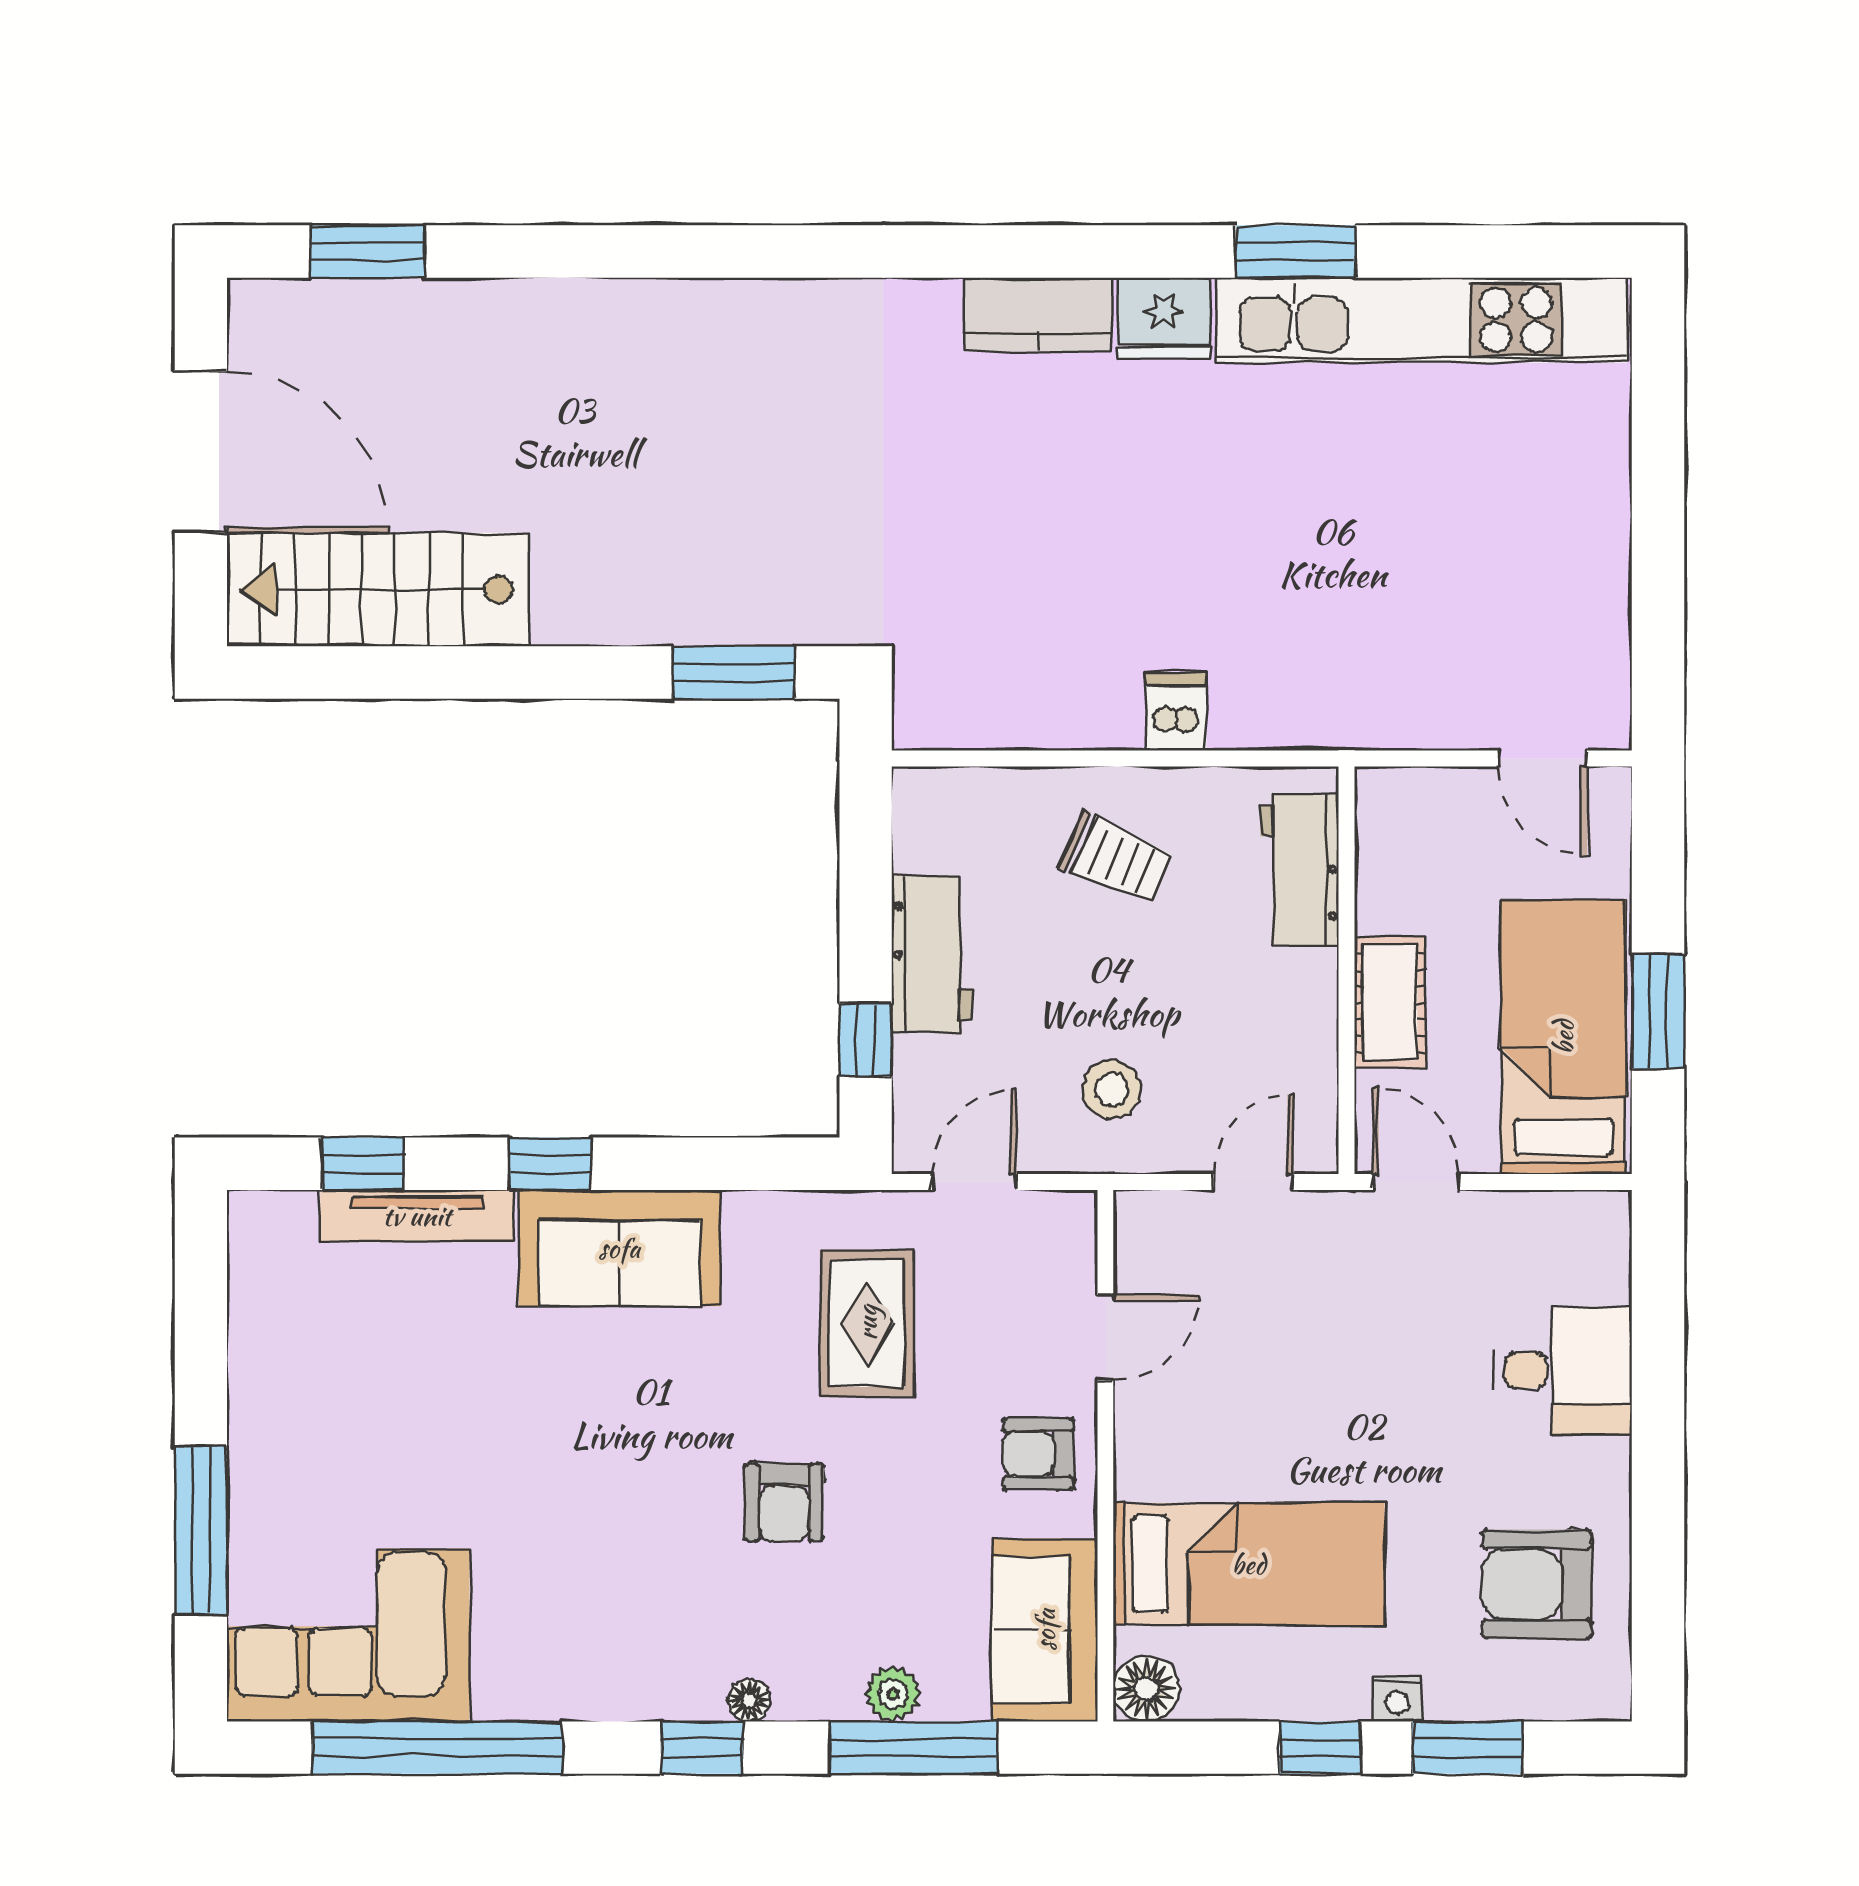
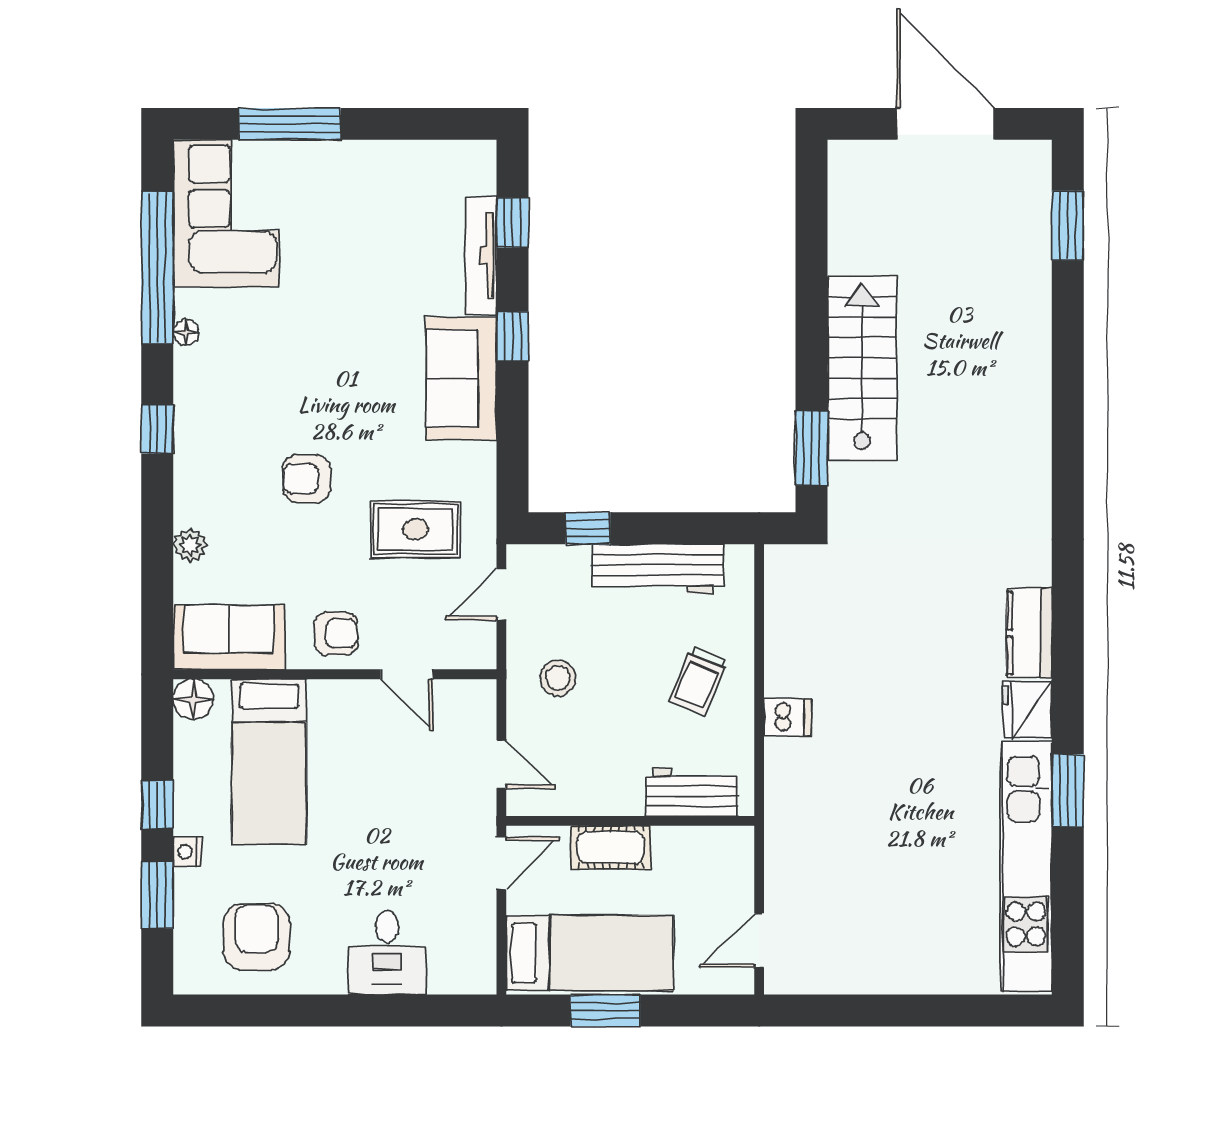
door: (201, 452) -> (946, 124), swing flipped
stairs: (378, 590) -> (862, 368), moved
workbench: (932, 954) -> (658, 569), width x1.38
door: (974, 1182) -> (501, 594), swing flipped
armchair: (1038, 1454) -> (336, 633), turned 90
floor lamp: (749, 1700) -> (186, 332), moved
window: (914, 1748) -> (157, 558), removed

